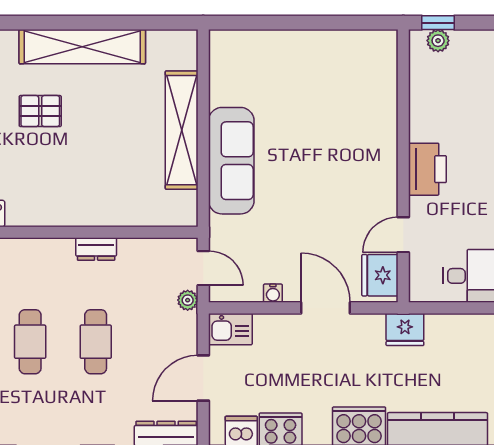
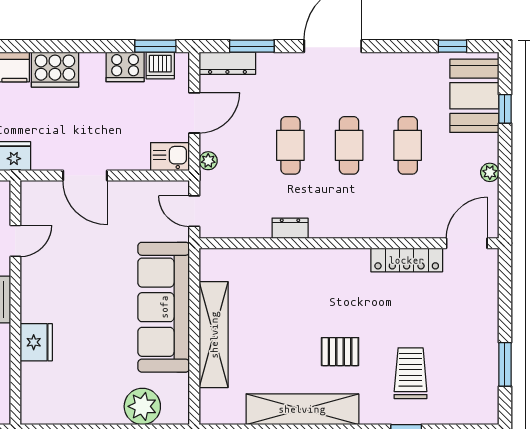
plant: (261, 50) -> (142, 406), added
sofa: (231, 161) -> (164, 307), width x1.36, depth x1.27
fridge: (380, 275) -> (36, 342), moved
water cooler: (273, 293) -> (132, 189), removed
plant: (188, 300) -> (208, 161), moved

